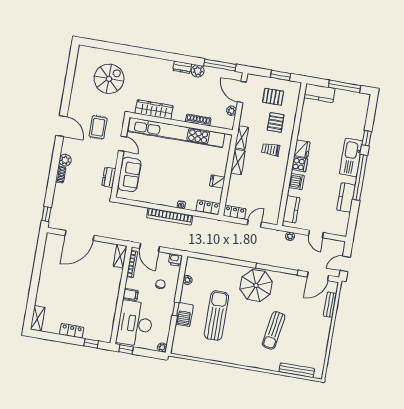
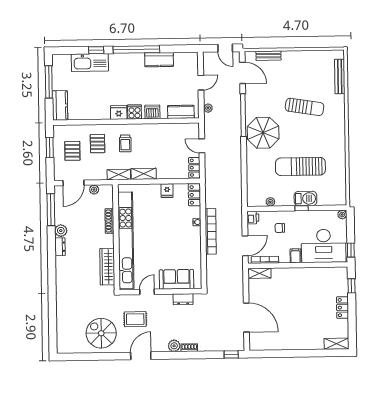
spiral stairs: (109, 79) -> (101, 333), moved
pallet: (276, 122) -> (98, 144), turned 90
kitchen sink: (351, 157) -> (90, 63), moved

